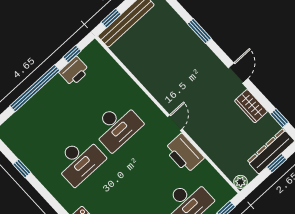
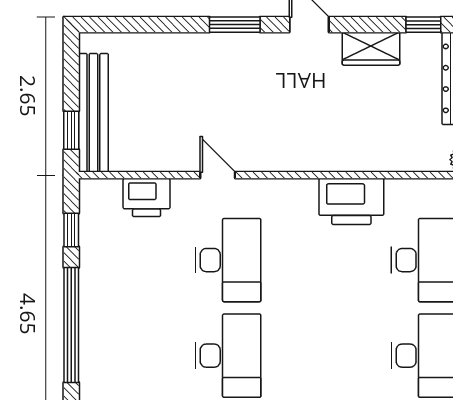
window: (199, 31) -> (235, 25), moved
printer: (74, 71) -> (147, 197), moved, turned 90
door: (175, 123) -> (218, 175), moved

